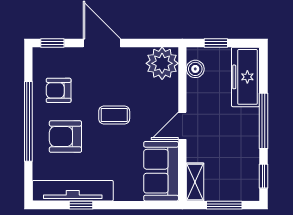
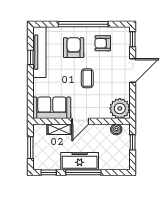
freezer: (246, 77) -> (80, 161), moved
armchair: (59, 90) -> (103, 43), turned -90
door: (182, 126) -> (80, 121), swing flipped
shelving: (195, 182) -> (59, 129), moved

